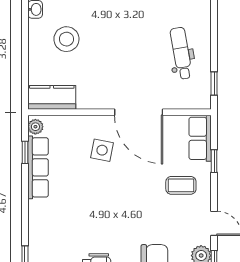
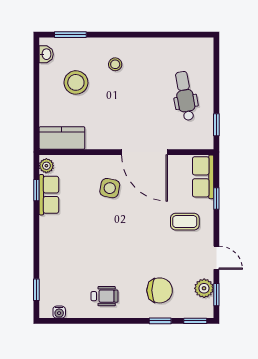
stool: (108, 20) -> (115, 64), added
row of seats: (38, 167) -> (49, 195), width x0.68

